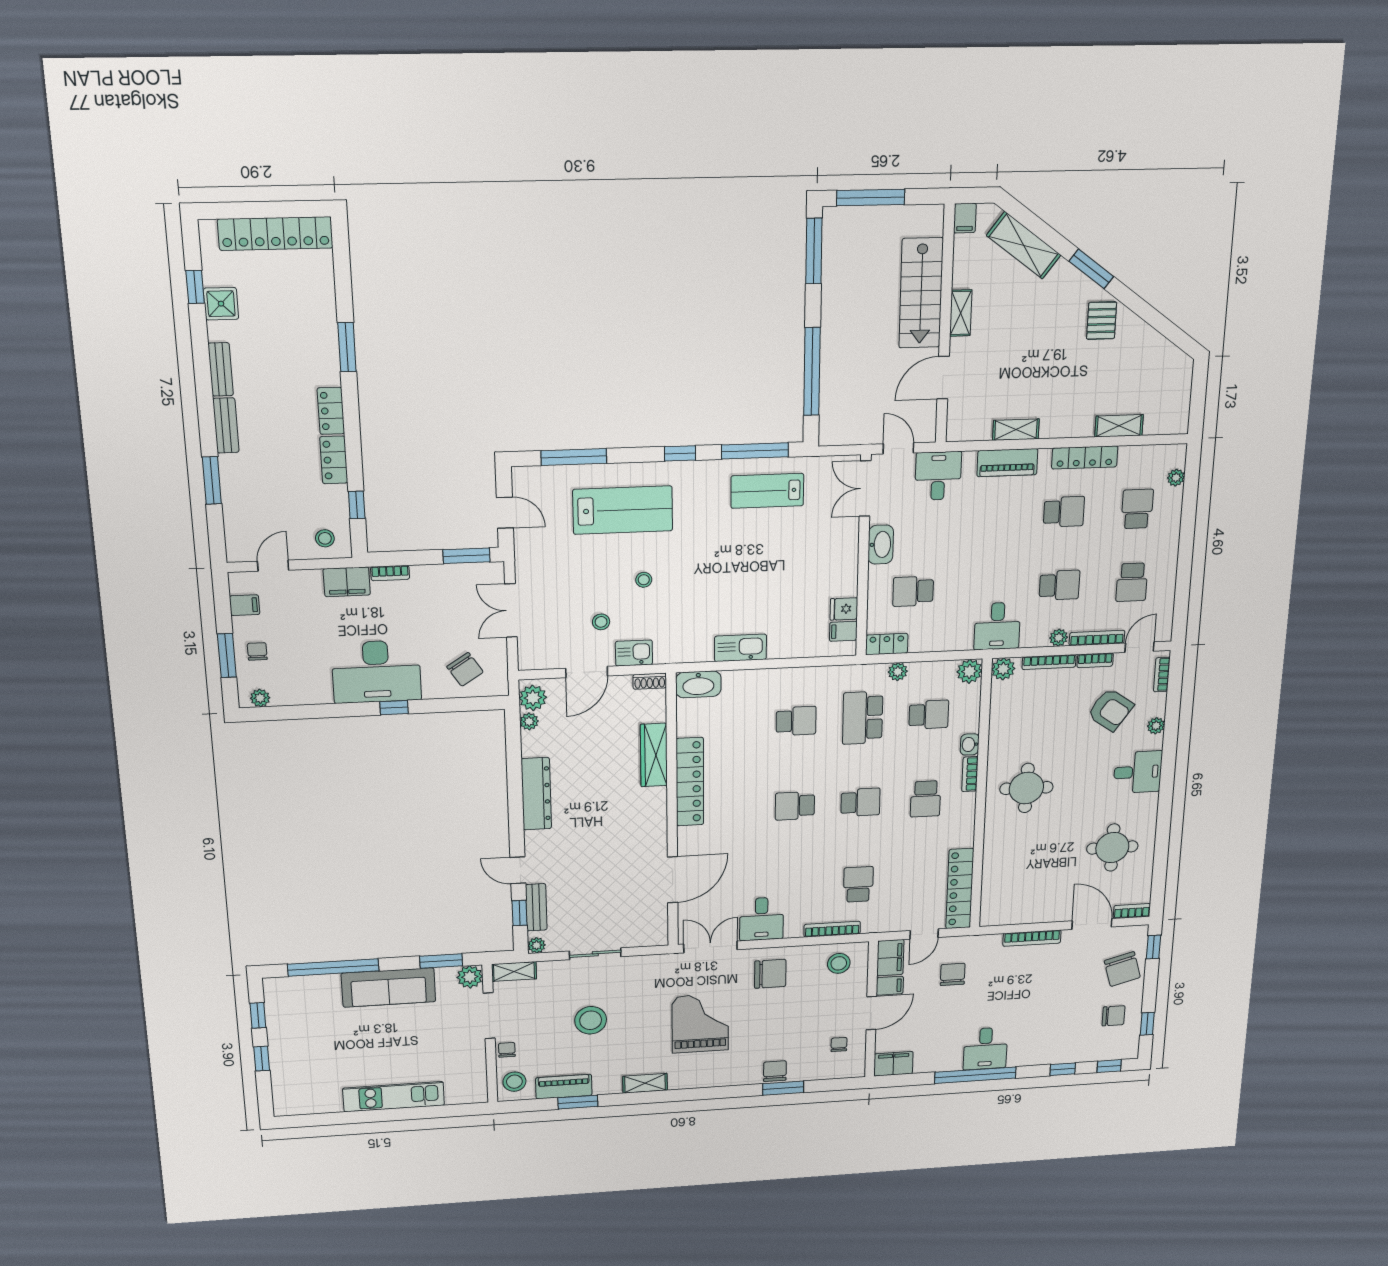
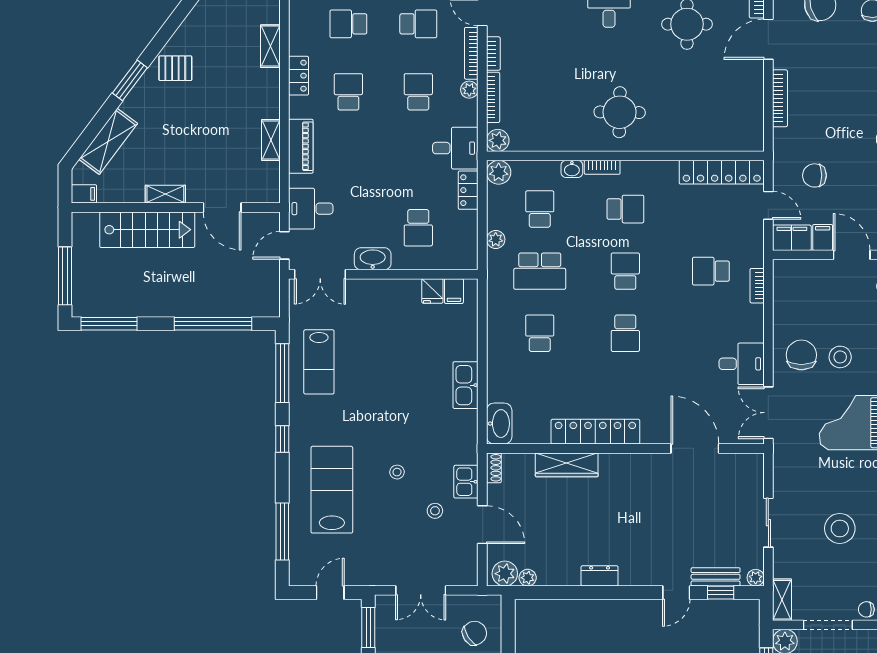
locker: (1085, 457) -> (299, 76), width x0.66
locker: (887, 644) -> (468, 190), moved
armchair: (1110, 710) -> (544, 36), removed
dresser: (536, 794) -> (600, 576), width x0.51, depth x0.80
bookcase: (832, 929) -> (757, 286), width x0.64
stool: (839, 963) -> (840, 357), moved

